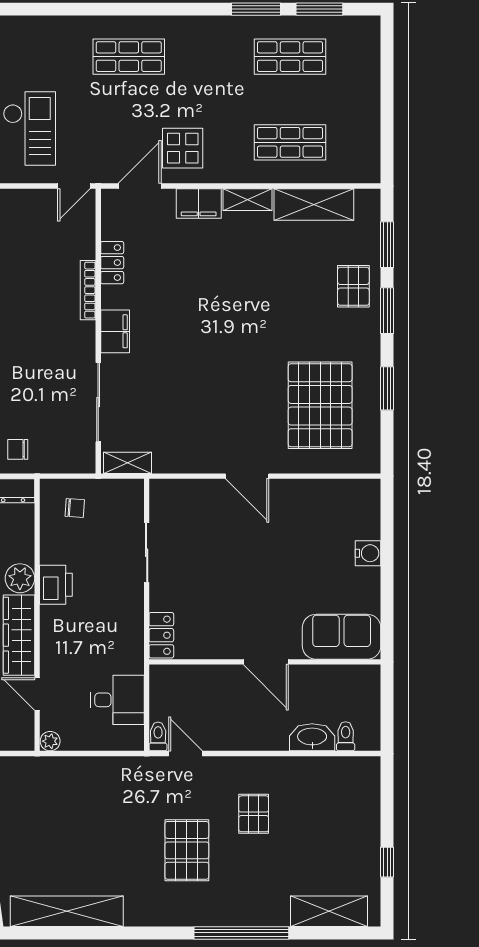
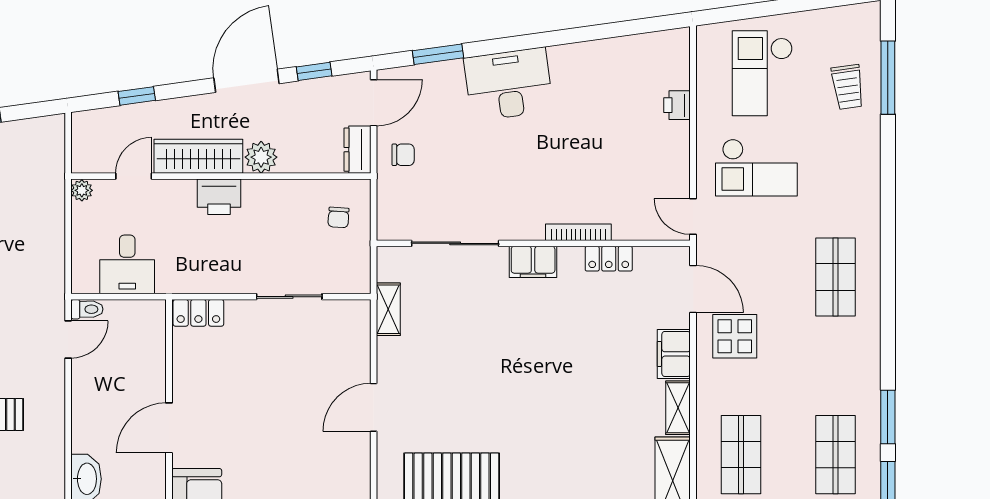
chair: (18, 449) -> (403, 155), turned 90
shelving: (128, 463) -> (388, 309), moved
printer: (56, 585) -> (219, 197), moved

